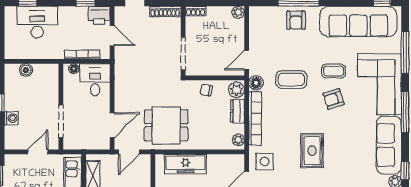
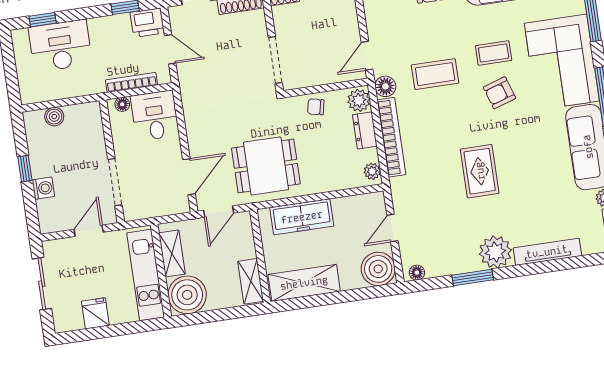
side table: (264, 161) -> (414, 197), removed

